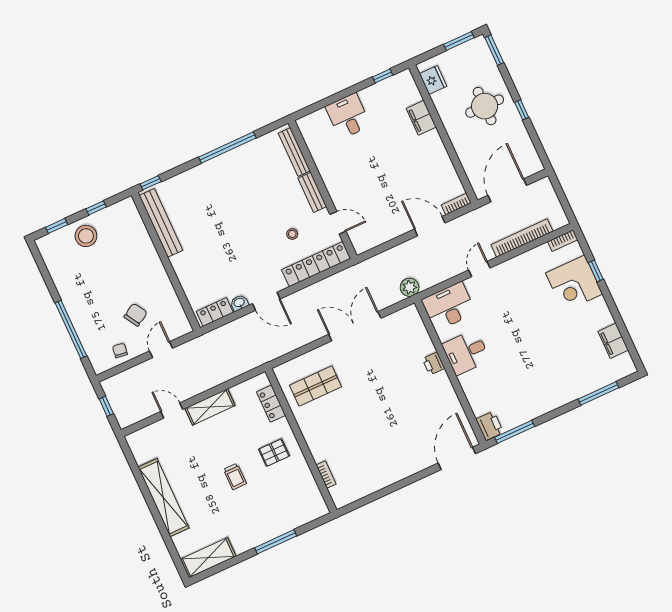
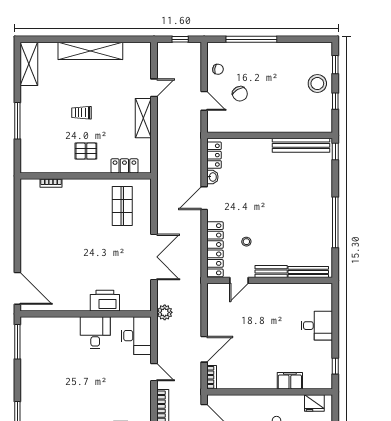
printer: (434, 363) -> (105, 301), width x1.87, depth x1.48
printer: (490, 426) -> (31, 325), removed
pallet: (274, 453) -> (86, 151), turned 90

